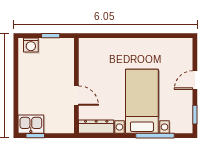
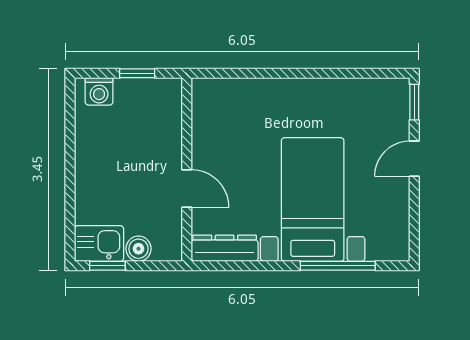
window: (195, 115) -> (414, 102), moved
boiler: (51, 127) -> (138, 249), added

